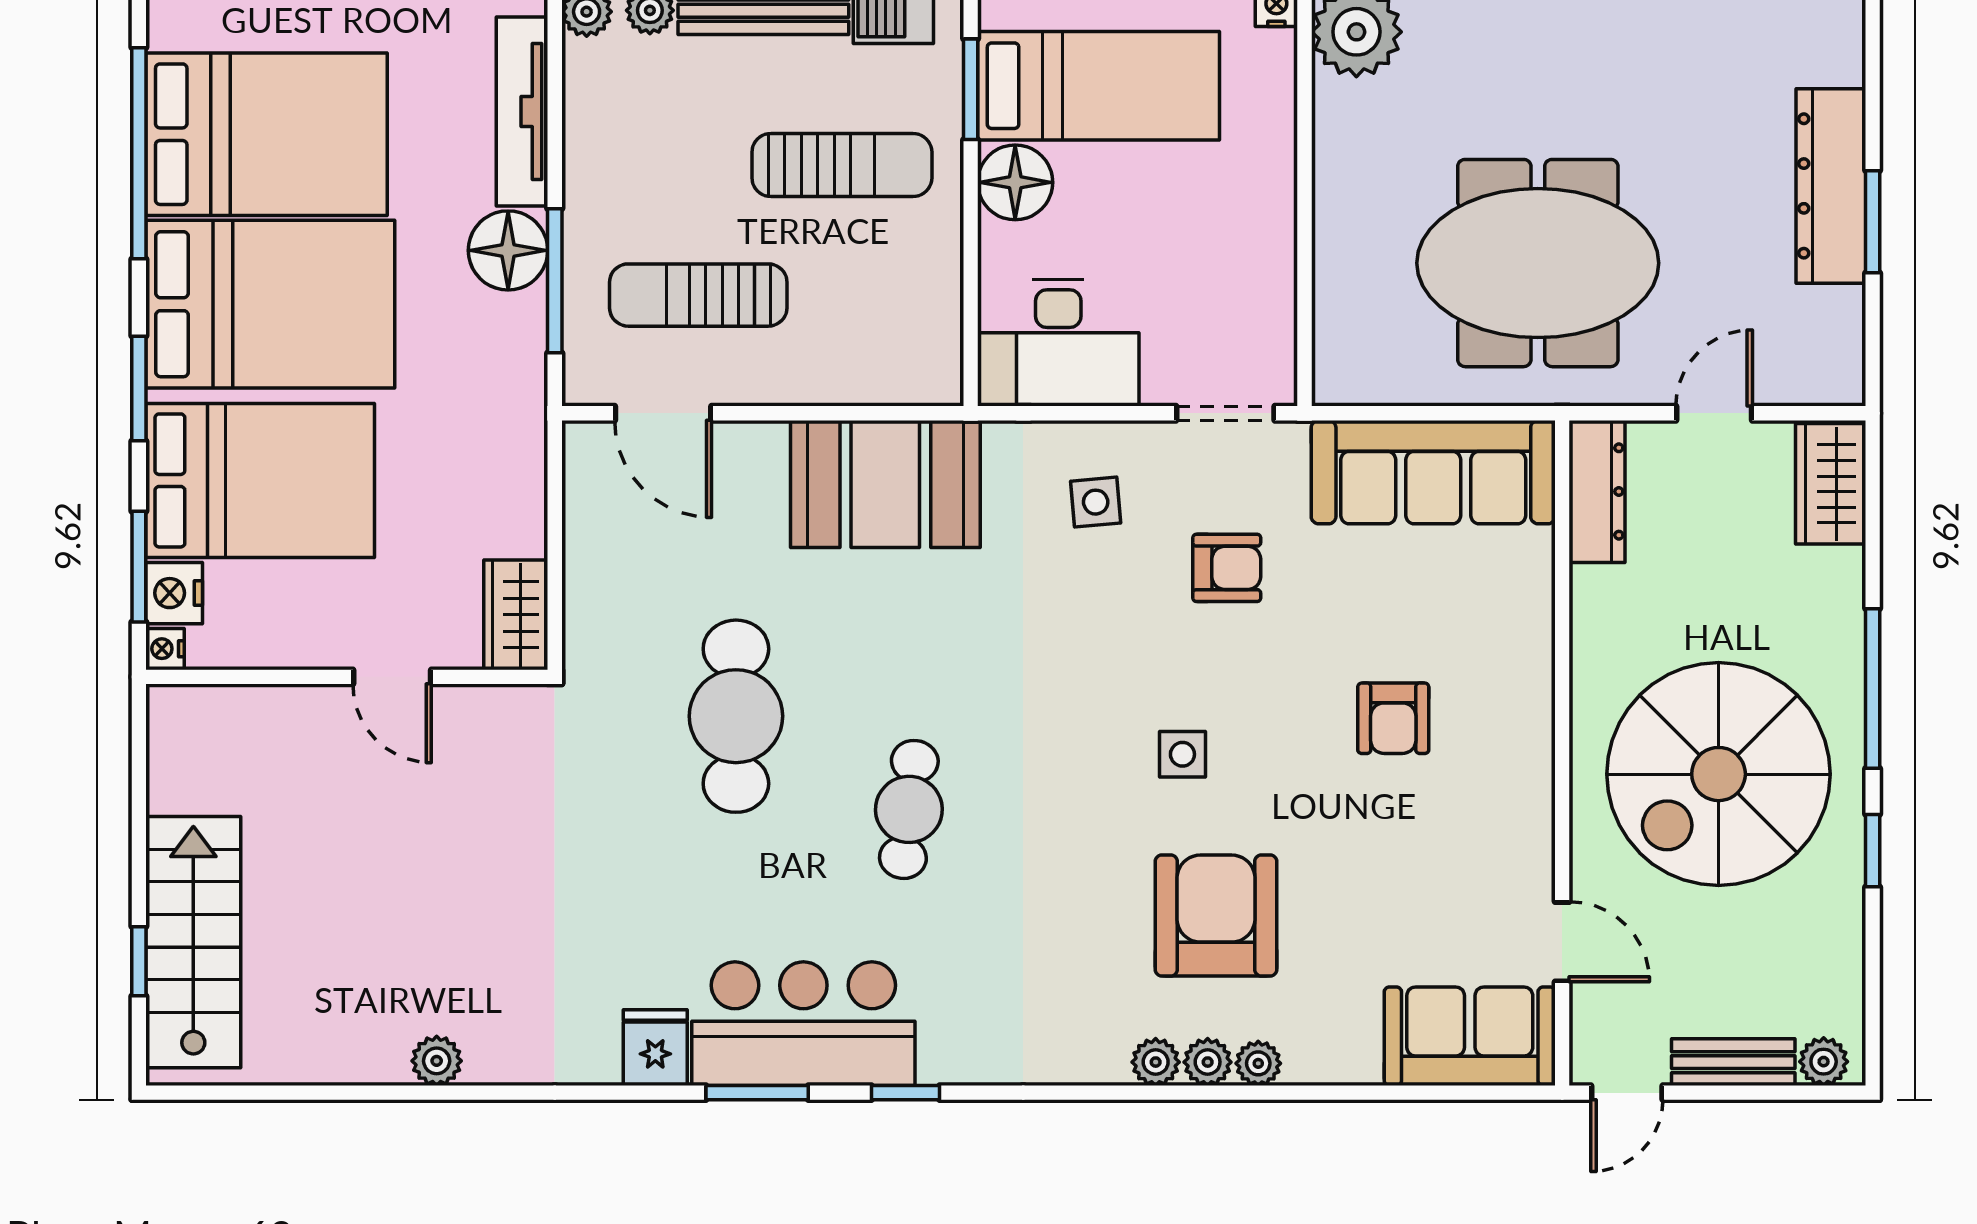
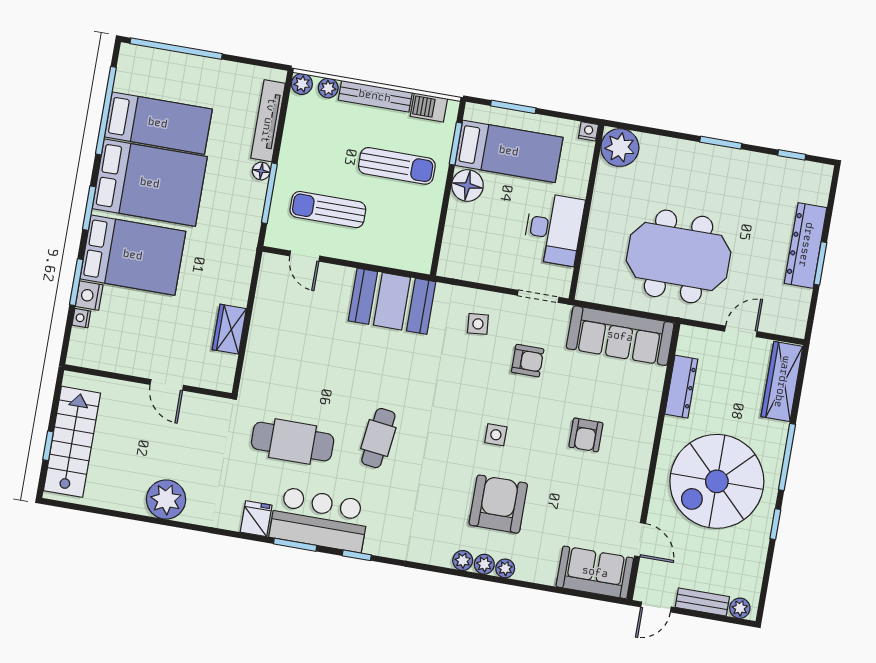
bed: (266, 134) -> (158, 123), width x0.67
floor lamp: (508, 250) -> (261, 171), width x0.53, depth x0.53
desk: (1058, 343) -> (553, 229), moved, turned -90
door: (663, 413) -> (305, 256), width x0.73
wardrobe: (1831, 484) -> (782, 382), width x1.50
dresser: (1597, 491) -> (681, 387), moved
wall: (347, 677) -> (148, 382), moved
door: (392, 677) -> (167, 385), moved
cafe table: (736, 716) -> (293, 442), moved, turned 90
plant: (437, 1061) -> (166, 499), width x1.88, depth x1.88

